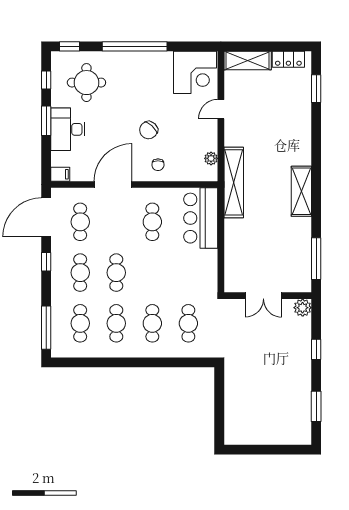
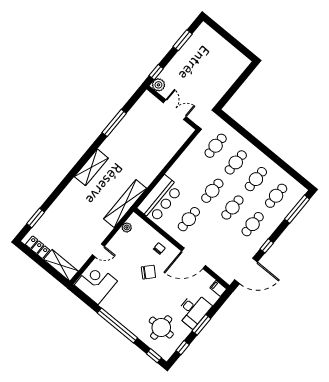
cafe table: (80, 222) -> (212, 191), moved
double door: (263, 296) -> (175, 110), moved
wall: (268, 296) -> (172, 108), moved
plant: (303, 308) -> (158, 85), moved

